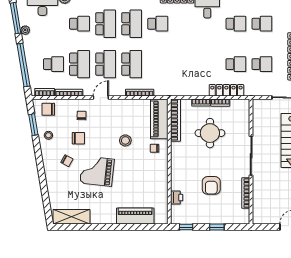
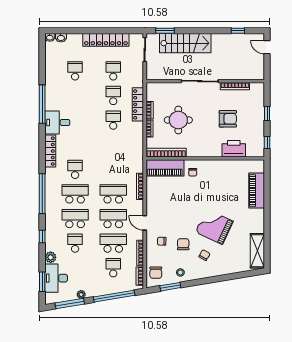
school desk: (236, 24) -> (113, 120), moved
stool: (125, 140) -> (185, 200), removed
grand piano: (97, 171) -> (214, 227), turned 109
printer: (177, 198) -> (234, 149), width x1.87, depth x1.48

